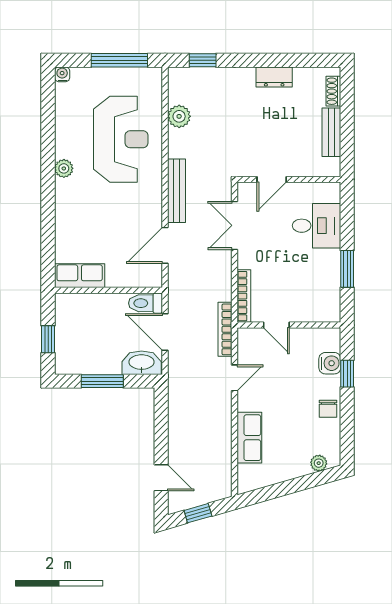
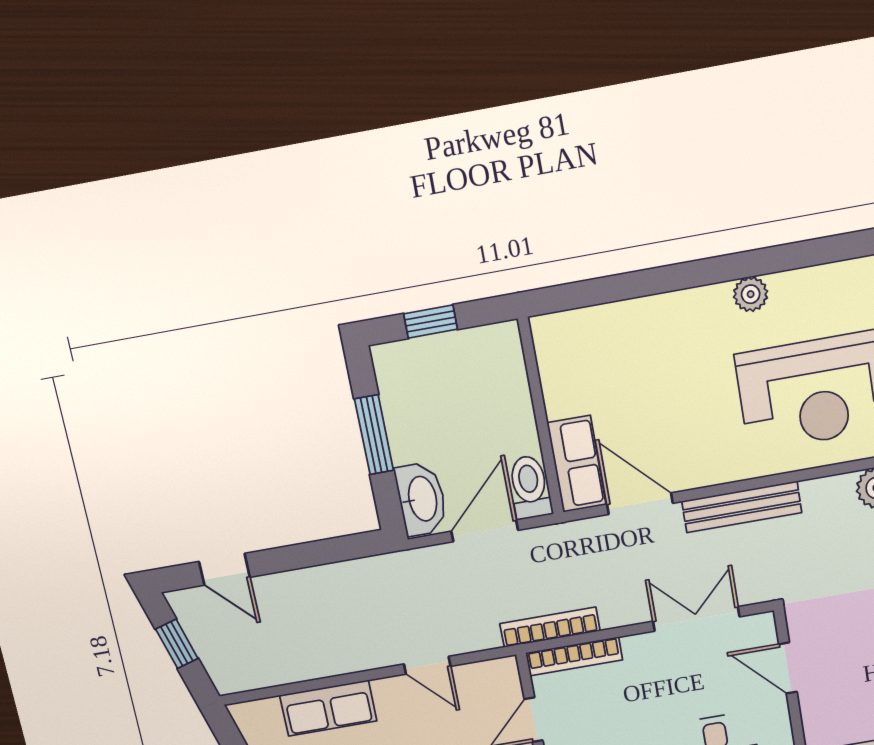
row of seats: (80, 276) -> (577, 464), moved
bookcase: (225, 329) -> (550, 627), moved
door: (161, 478) -> (224, 569), hinge flipped

